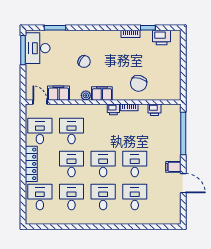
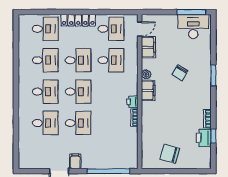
window: (55, 28) -> (213, 75), moved
printer: (162, 38) -> (204, 138), moved
chair: (139, 83) -> (170, 154), moved
printer: (154, 110) -> (132, 143), removed

